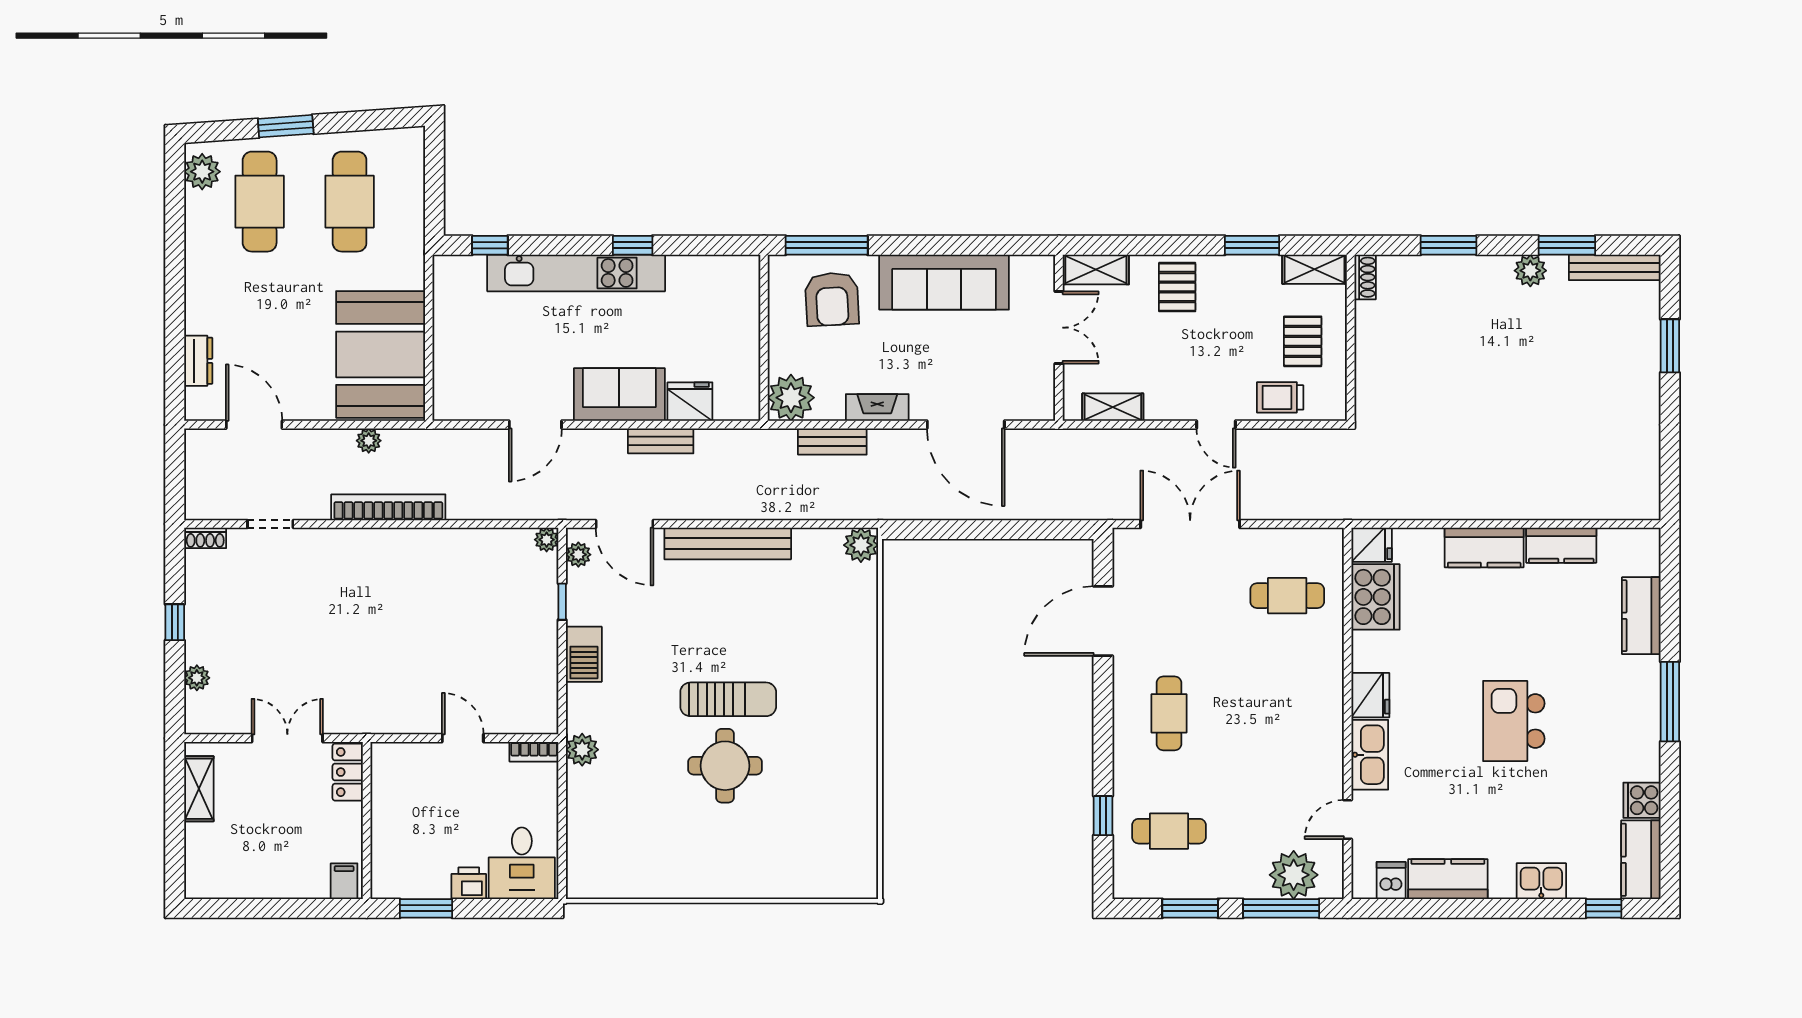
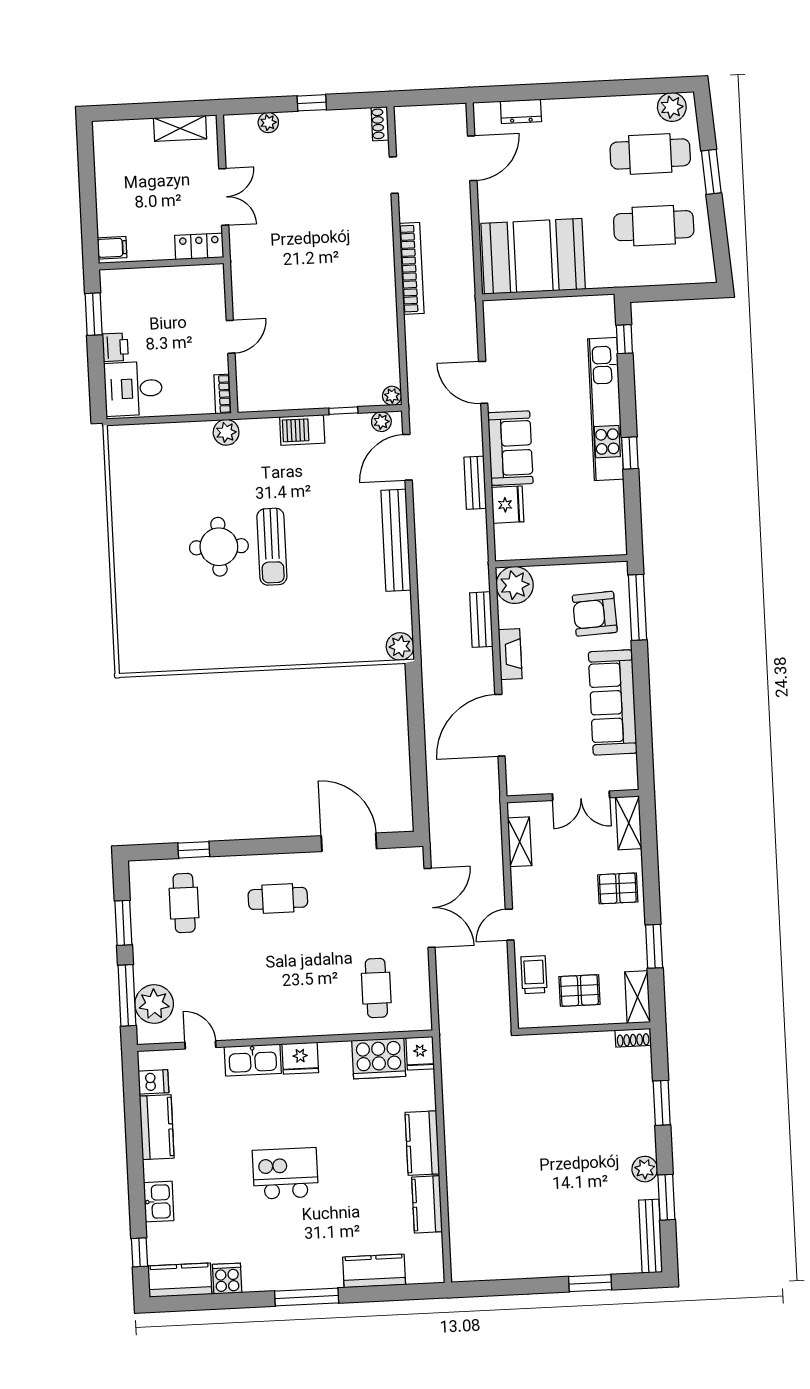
plant: (369, 441) -> (464, 250), removed

